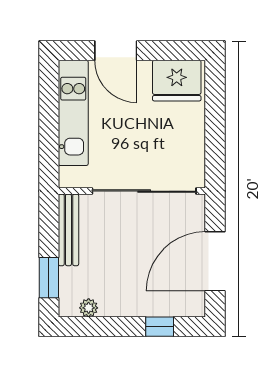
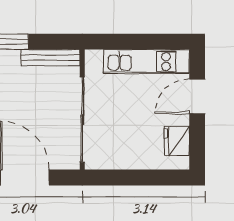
fridge: (177, 81) -> (177, 141), width x0.73, depth x0.75

